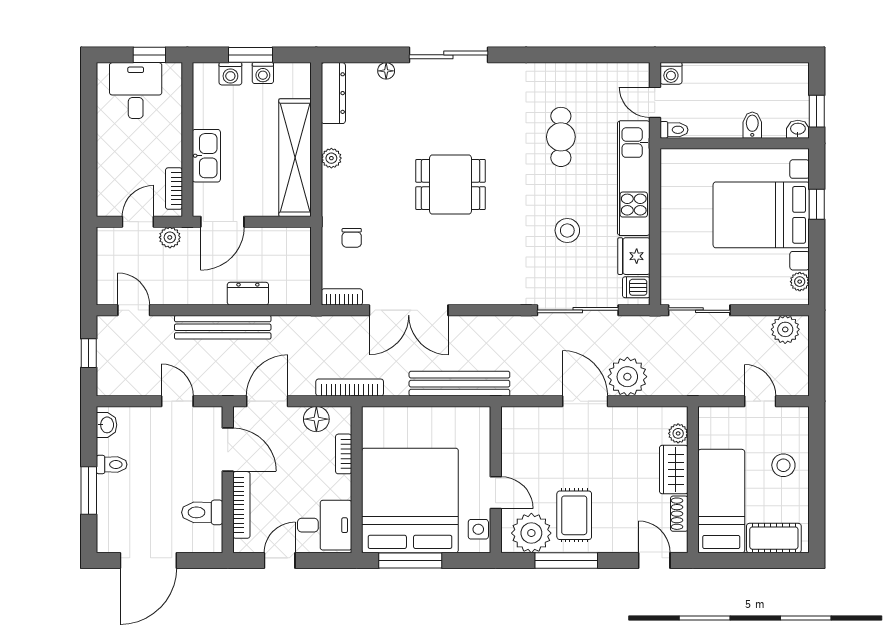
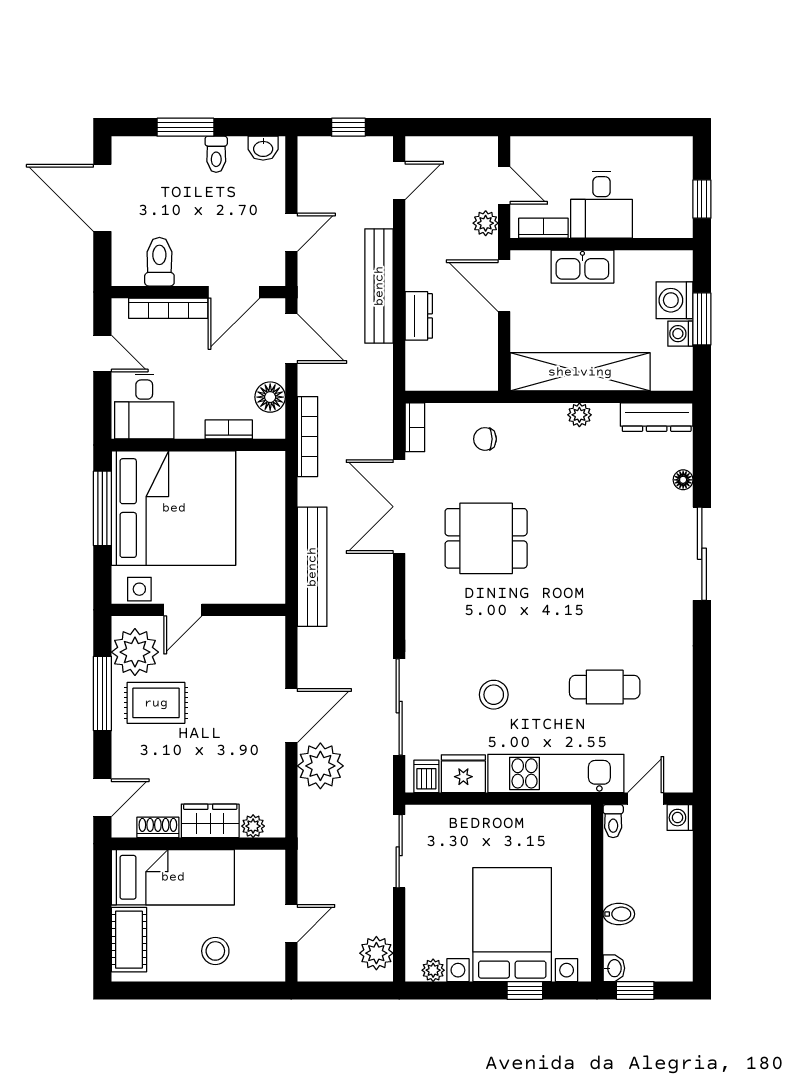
washing machine: (230, 74) -> (675, 300), width x1.38, depth x1.38
desk: (136, 91) -> (602, 205), moved, turned 90
dining table: (451, 185) -> (486, 538), moved, turned 90

